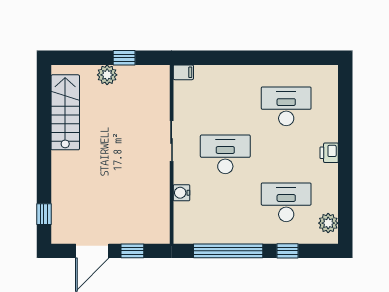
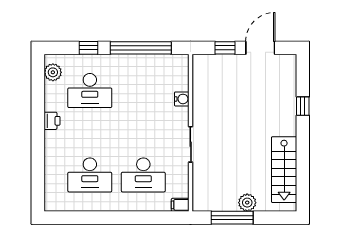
window: (124, 58) -> (232, 218), width x2.17
printer: (329, 153) -> (52, 121), moved
desk: (225, 154) -> (143, 175), moved
window: (44, 214) -> (303, 106), moved

